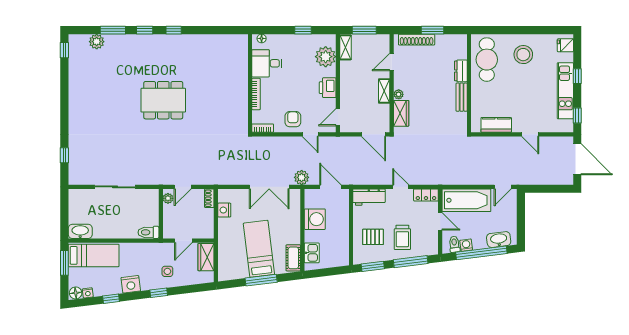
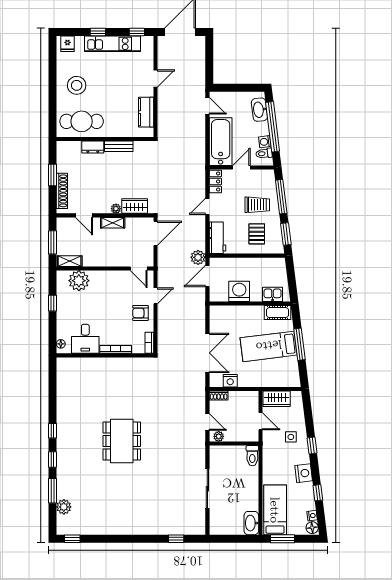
printer: (328, 88) -> (109, 279), removed
plant: (302, 177) -> (198, 257), moved
double door: (269, 187) -> (207, 353), moved

